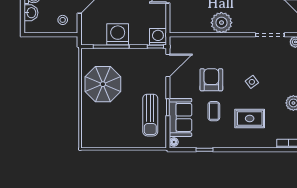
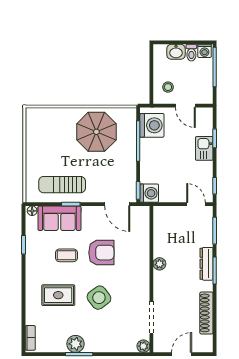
plant: (221, 23) -> (159, 264), width x0.53, depth x0.53
washing machine: (118, 34) -> (152, 125), moved
side table: (252, 82) -> (99, 298), width x1.87, depth x1.87
rug: (250, 118) -> (58, 295), turned 90

